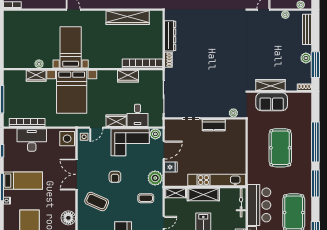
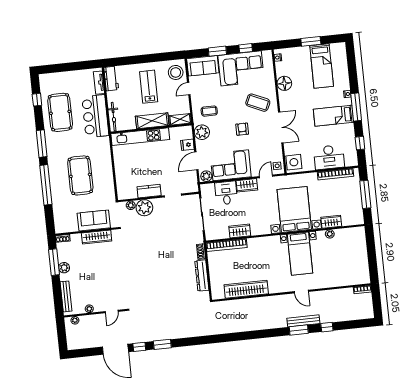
plant: (220, 109) -> (144, 208), added

